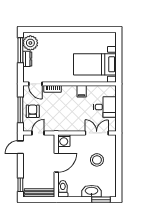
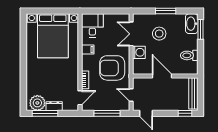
bed with nightstands: (95, 64) -> (53, 36), width x1.36
desk: (105, 107) -> (92, 25), moved
armchair: (33, 111) -> (112, 68), moved, width x1.88, depth x1.88
washing machine: (64, 141) -> (139, 52), moved
window: (119, 166) -> (166, 11), added
toilet: (63, 189) -> (189, 55), moved
washbasin: (92, 191) -> (192, 24), moved

